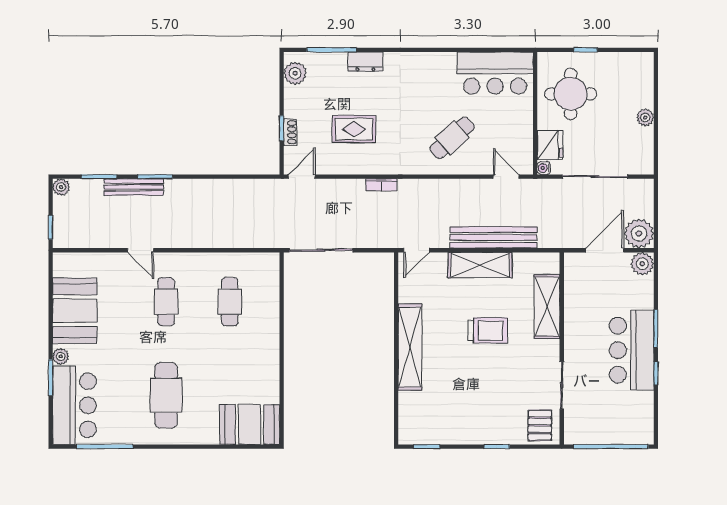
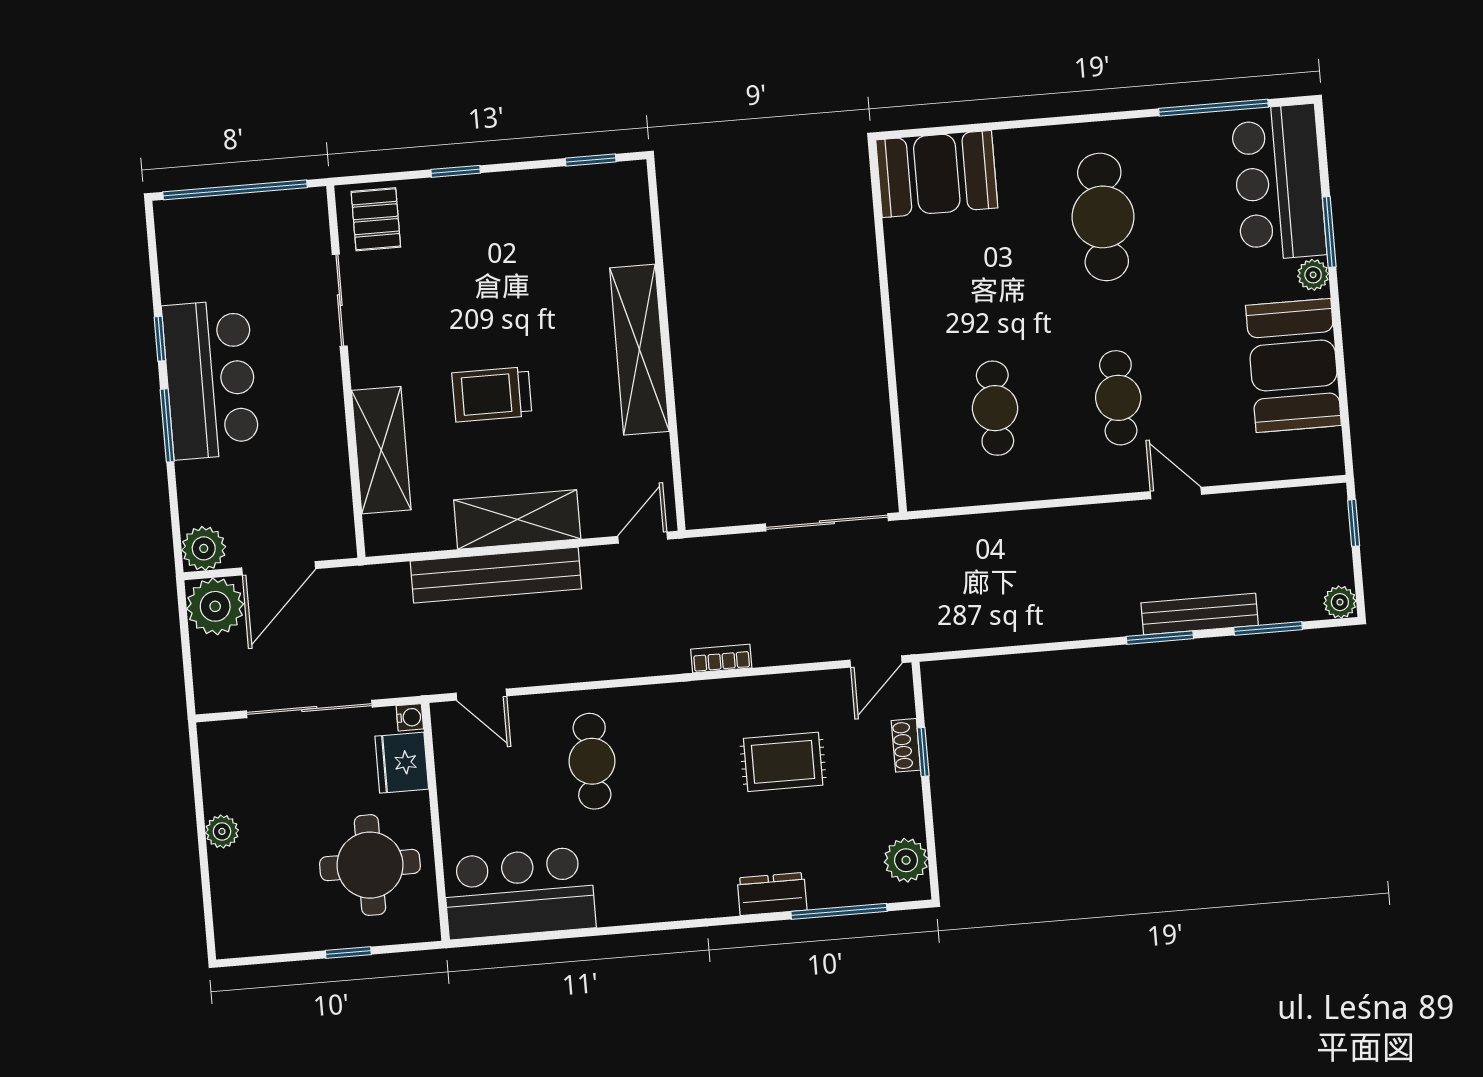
cafe table: (452, 138) -> (592, 761), turned -48

